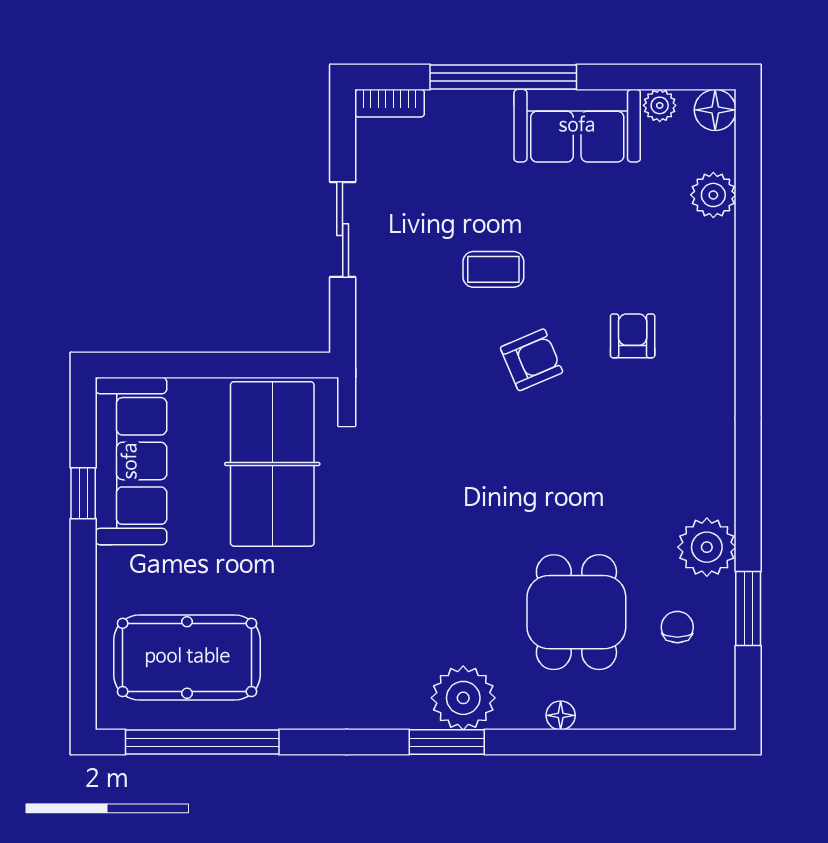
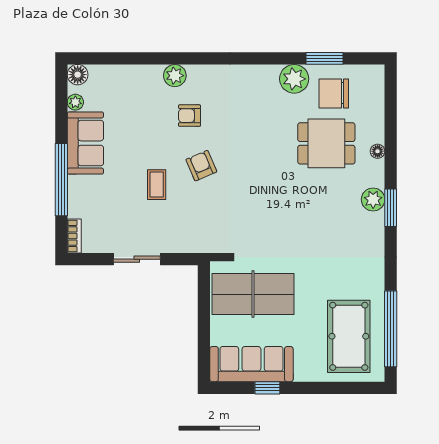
plant: (713, 195) -> (175, 76), moved
chair: (677, 627) -> (334, 93), width x1.87, depth x1.87
plant: (463, 698) -> (373, 199), width x0.73, depth x0.73

